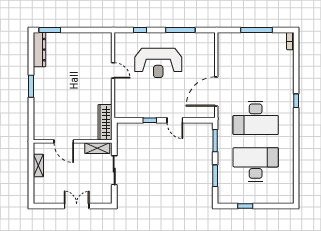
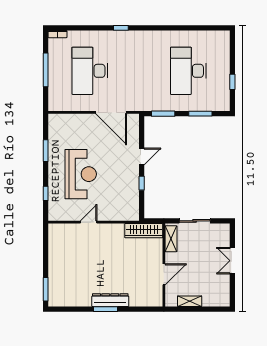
window: (180, 30) -> (46, 151), width x0.69
dresser: (39, 50) -> (110, 300), moved
desk: (256, 118) -> (90, 71), moved, turned 180

